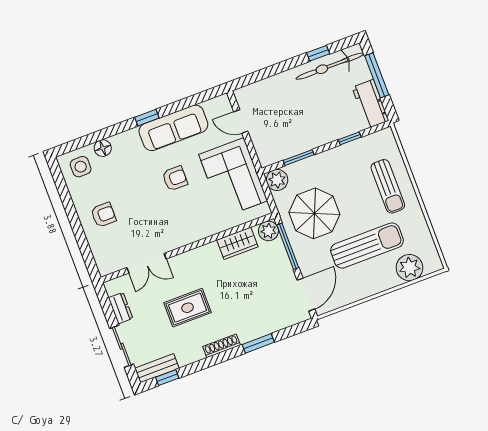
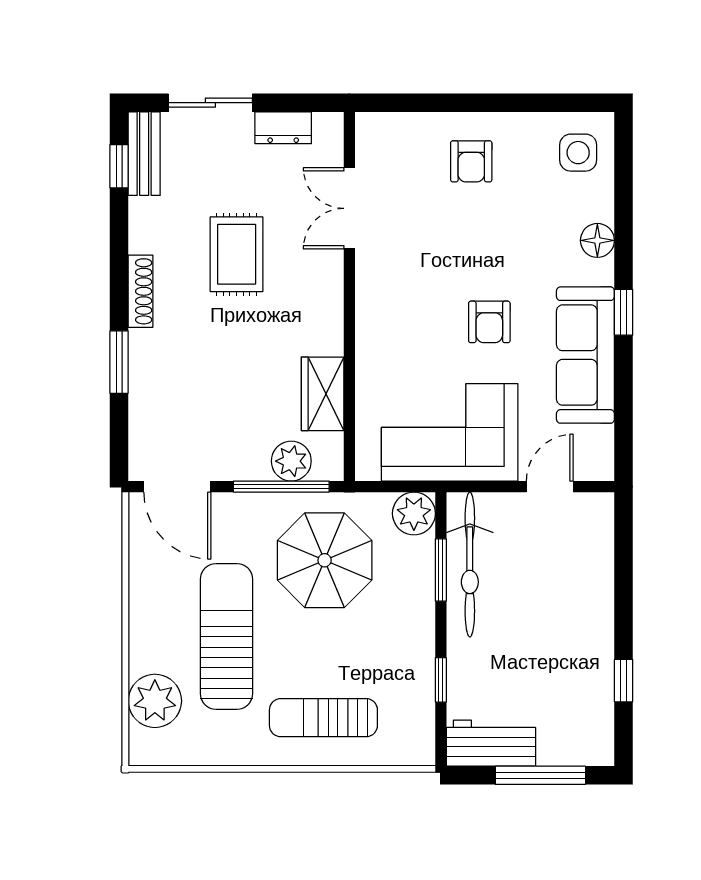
bicycle: (330, 66) -> (470, 565), moved, turned 180
floor lamp: (103, 148) -> (597, 240), moved
plant: (268, 231) -> (291, 461), moved
sun lounger: (367, 246) -> (227, 636), turned 180

